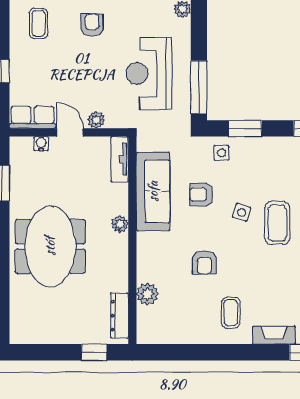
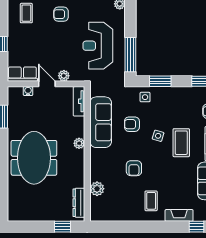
armchair: (92, 25) -> (61, 14), turned -90

